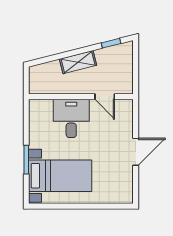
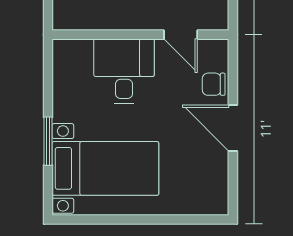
chair: (124, 126) -> (214, 84), added
door: (136, 152) -> (233, 128), swing flipped

